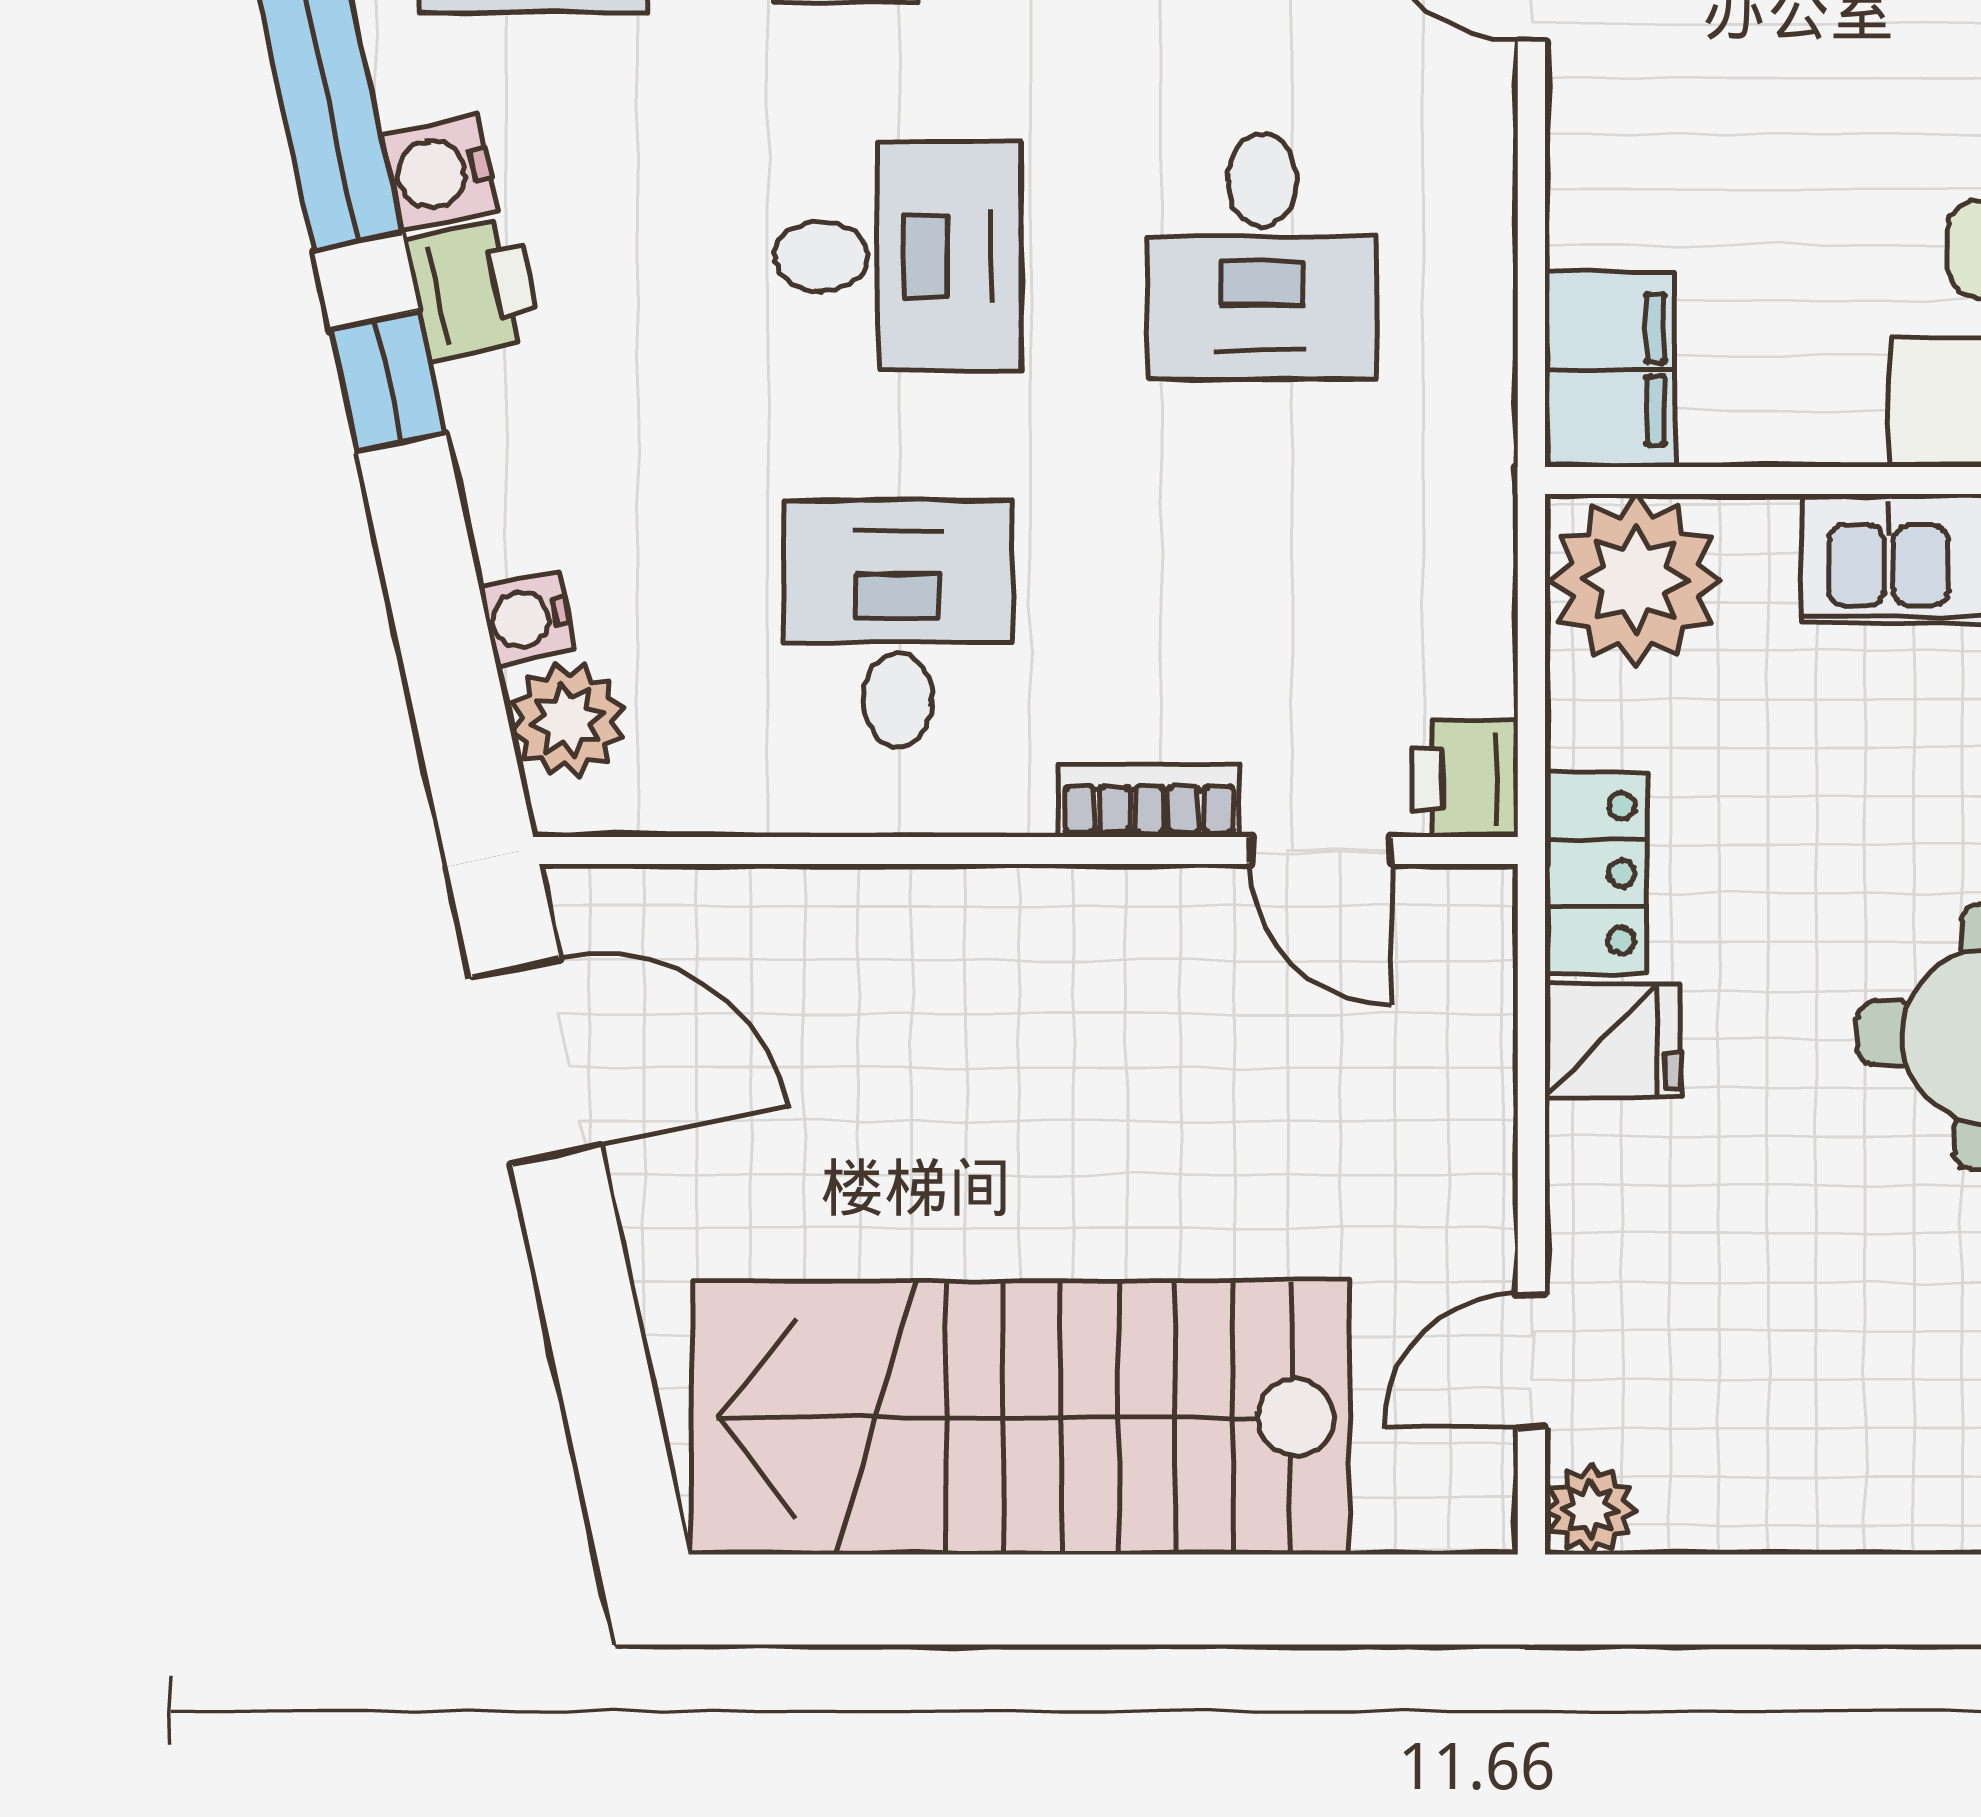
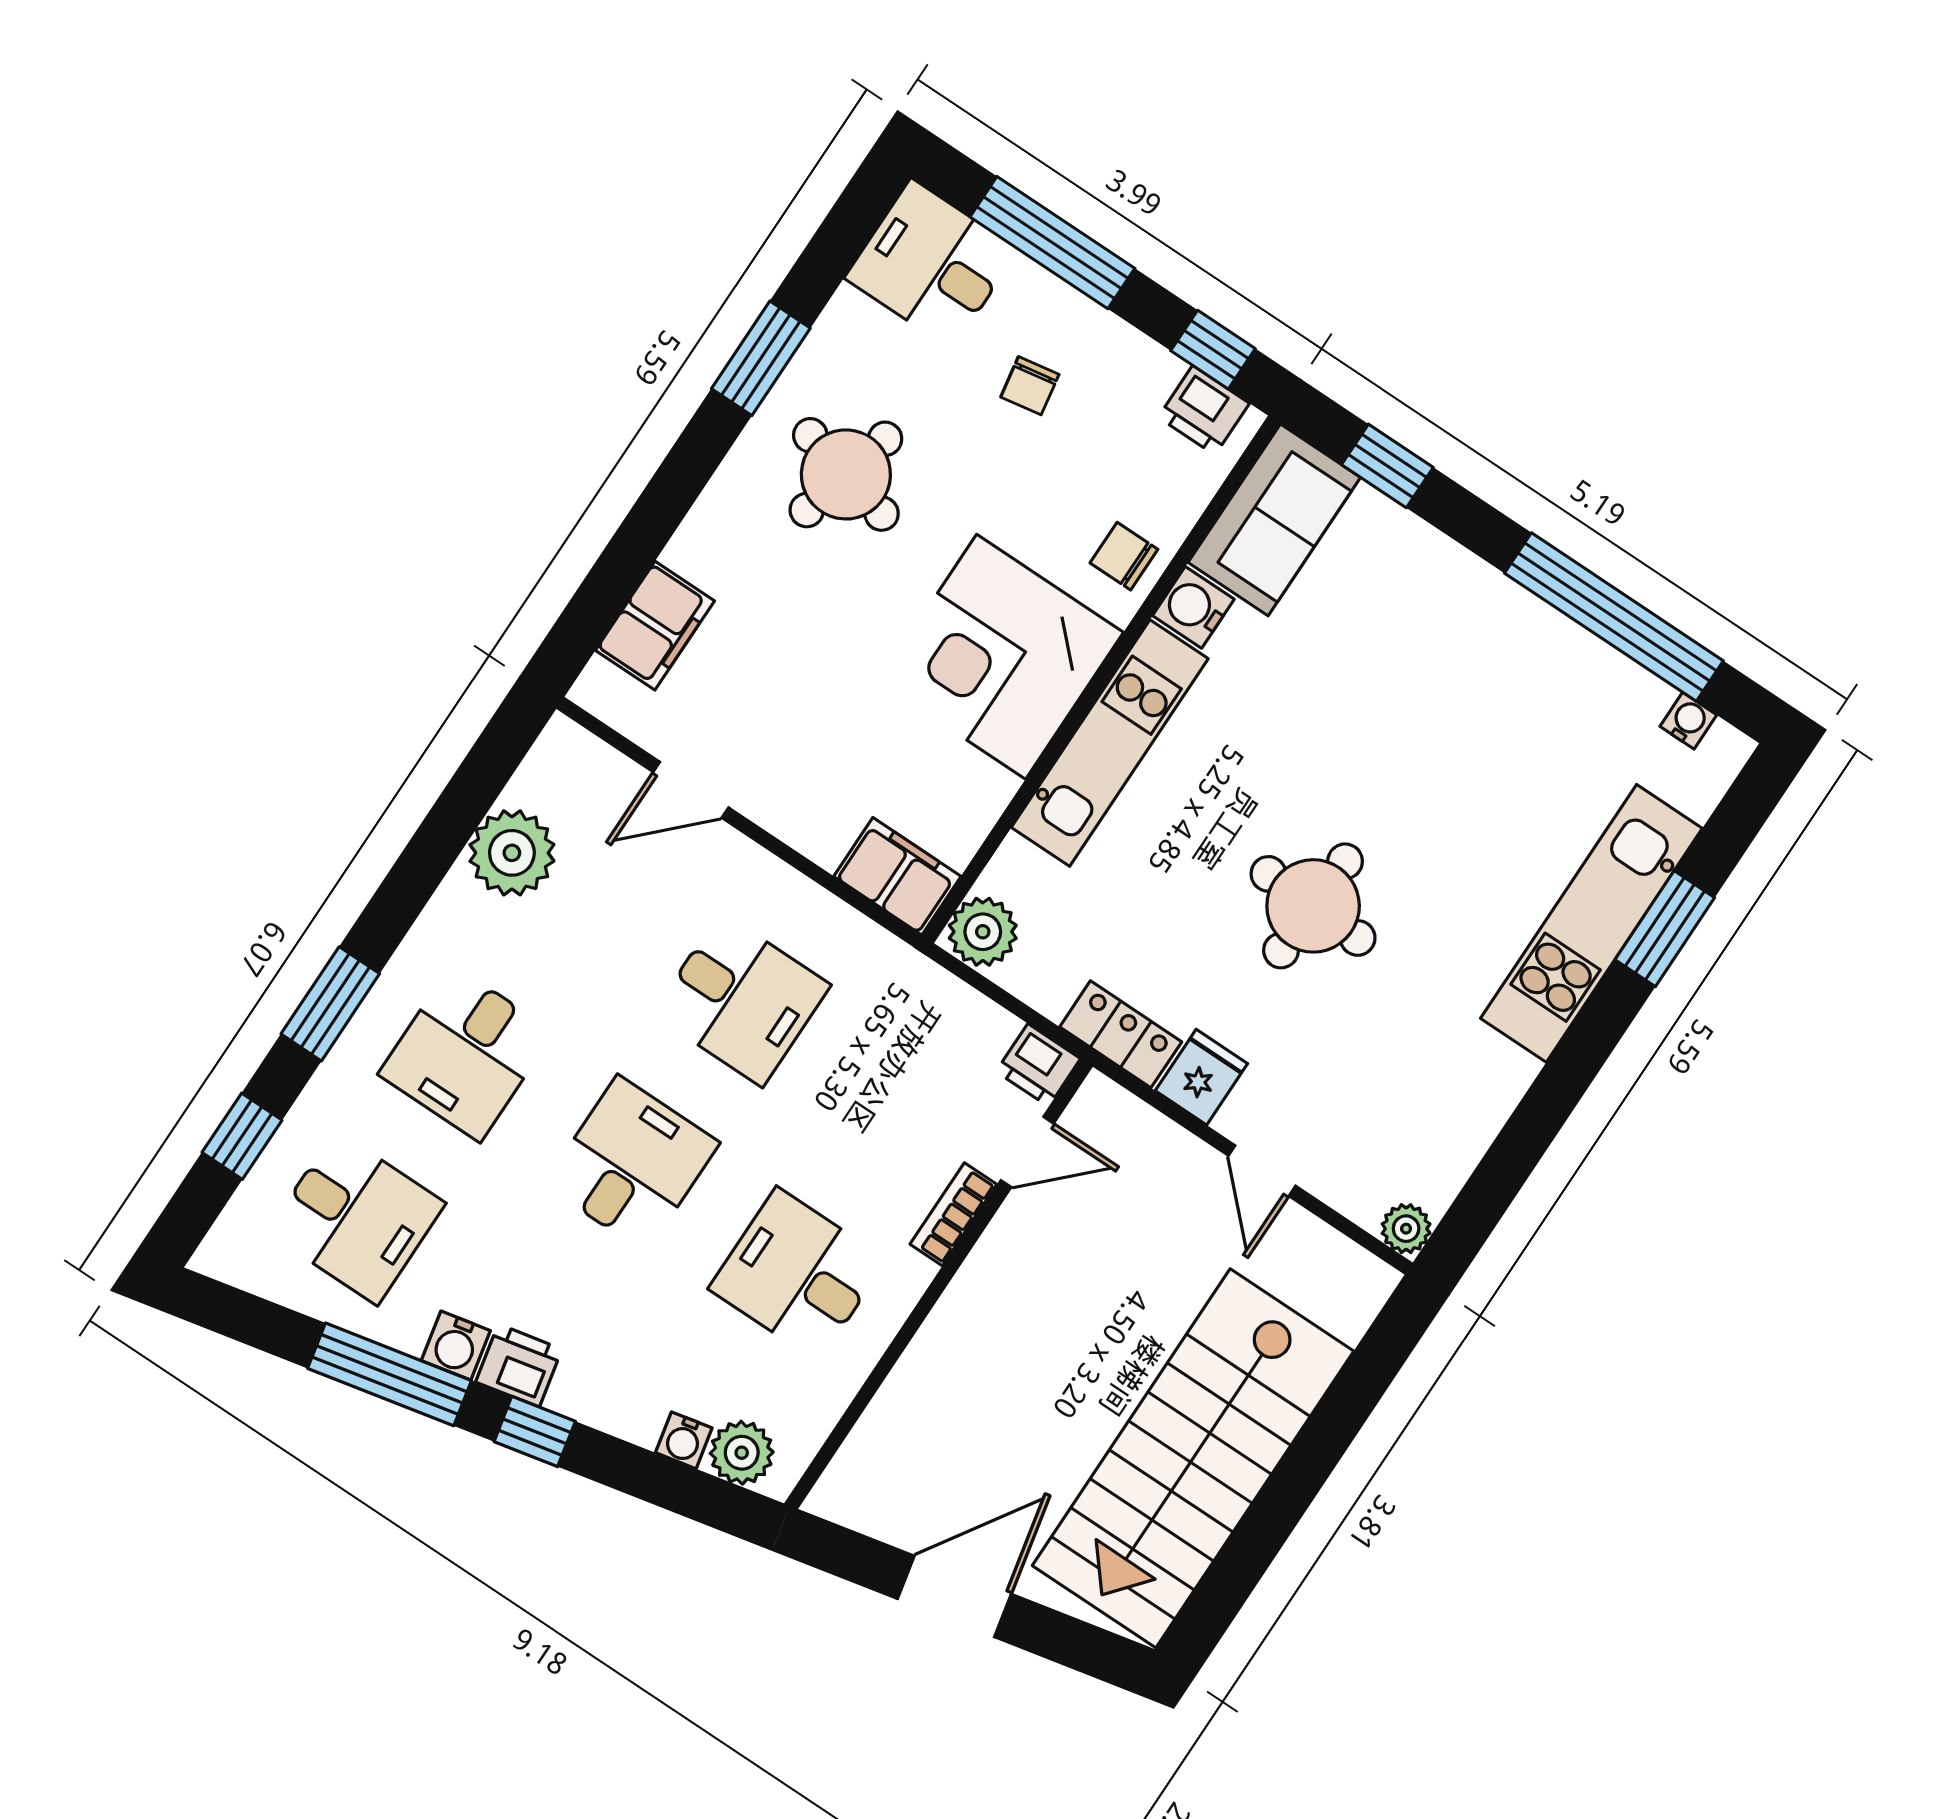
plant: (1635, 580) -> (983, 932), width x0.73, depth x0.73
door: (536, 1062) -> (954, 1596), moved
door: (1531, 1361) -> (1262, 1171), moved

